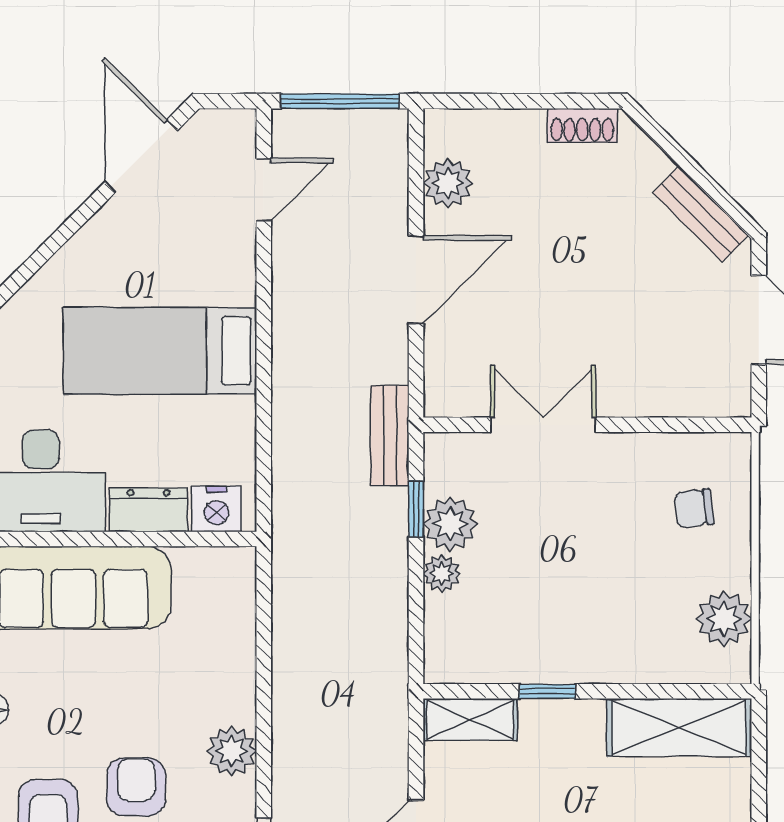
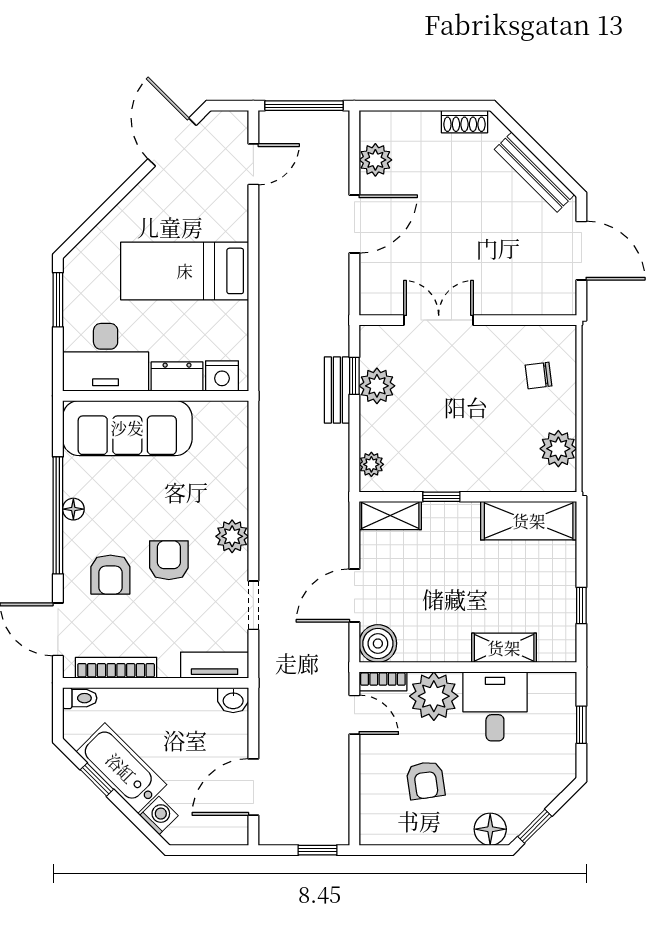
bench: (701, 214) -> (534, 172), width x1.36
bench: (390, 435) -> (337, 390), moved
plant: (442, 573) -> (371, 464), moved

